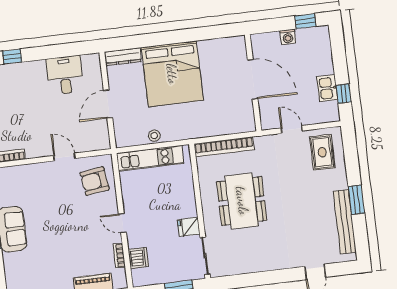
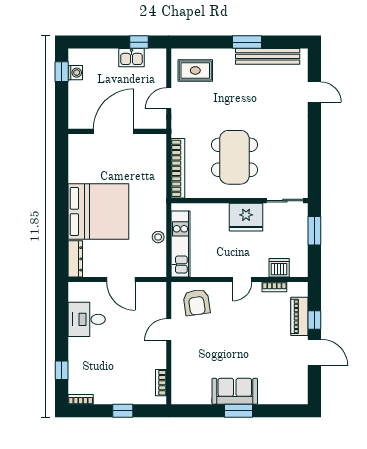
washing machine: (288, 37) -> (75, 73), moved
dining table: (242, 201) -> (234, 157), turned 90
fridge: (189, 227) -> (246, 217), width x1.88, depth x1.34

